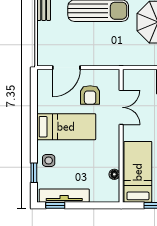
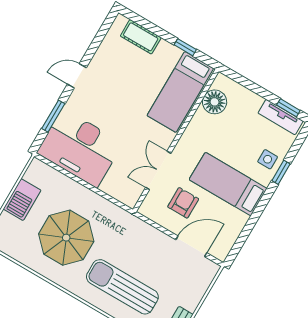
window: (34, 173) -> (281, 172), moved
floor lamp: (114, 174) -> (215, 102), width x1.89, depth x1.89
tv unit: (64, 196) -> (281, 117), width x0.71

